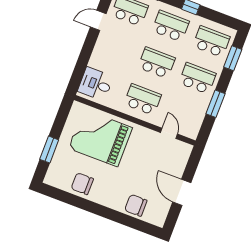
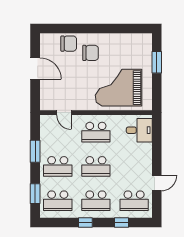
grand piano: (100, 138) -> (118, 88), turned 180
chair: (82, 184) -> (90, 53), moved

